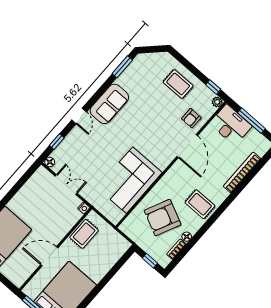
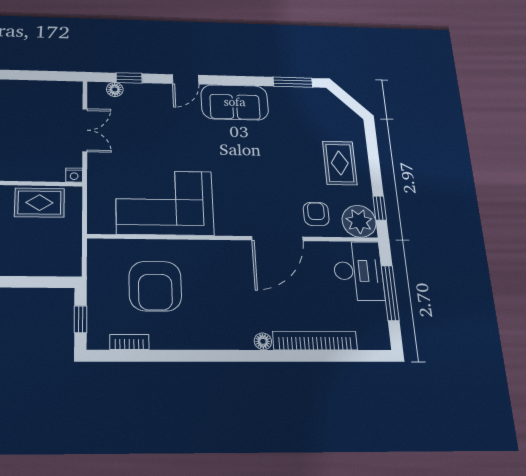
plant: (217, 102) -> (359, 221), width x1.88, depth x1.88
armchair: (191, 118) -> (316, 214), turned 90
floor lamp: (50, 162) -> (115, 89), moved
rug: (200, 204) -> (220, 321), removed
armchair: (163, 218) -> (155, 286), turned -115
floor lamp: (187, 237) -> (263, 341), moved

